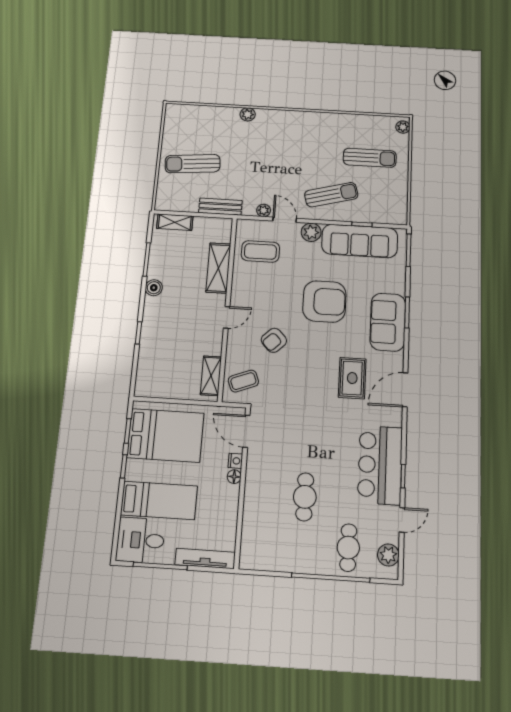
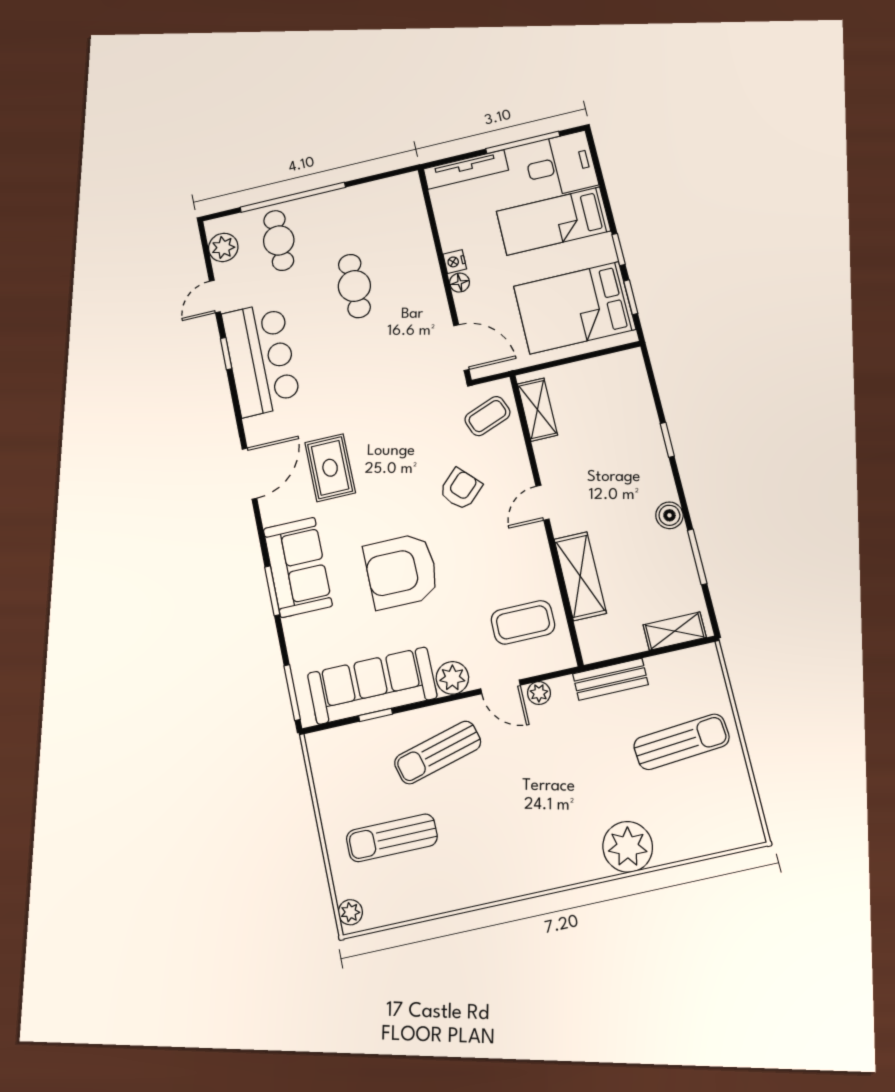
plant: (248, 114) -> (628, 847), width x1.88, depth x1.88
nightstand: (235, 461) -> (455, 262), moved

